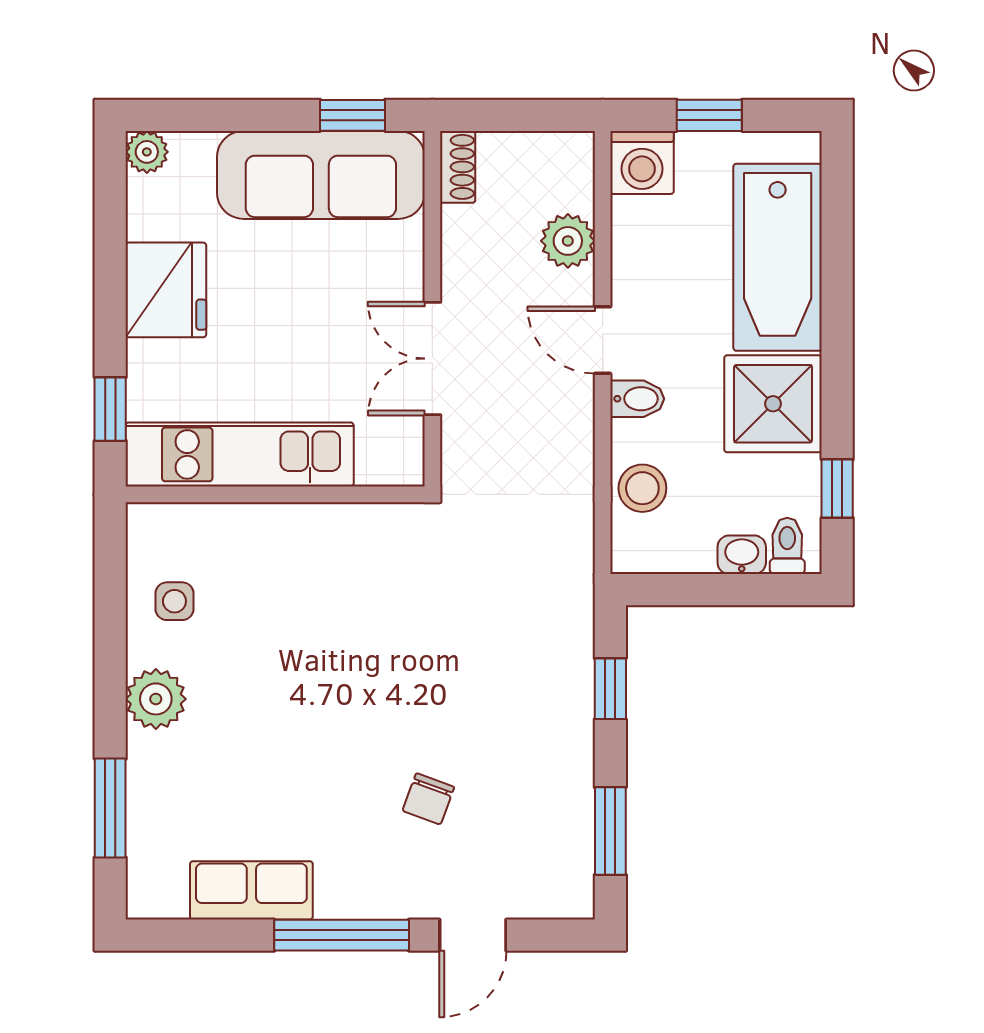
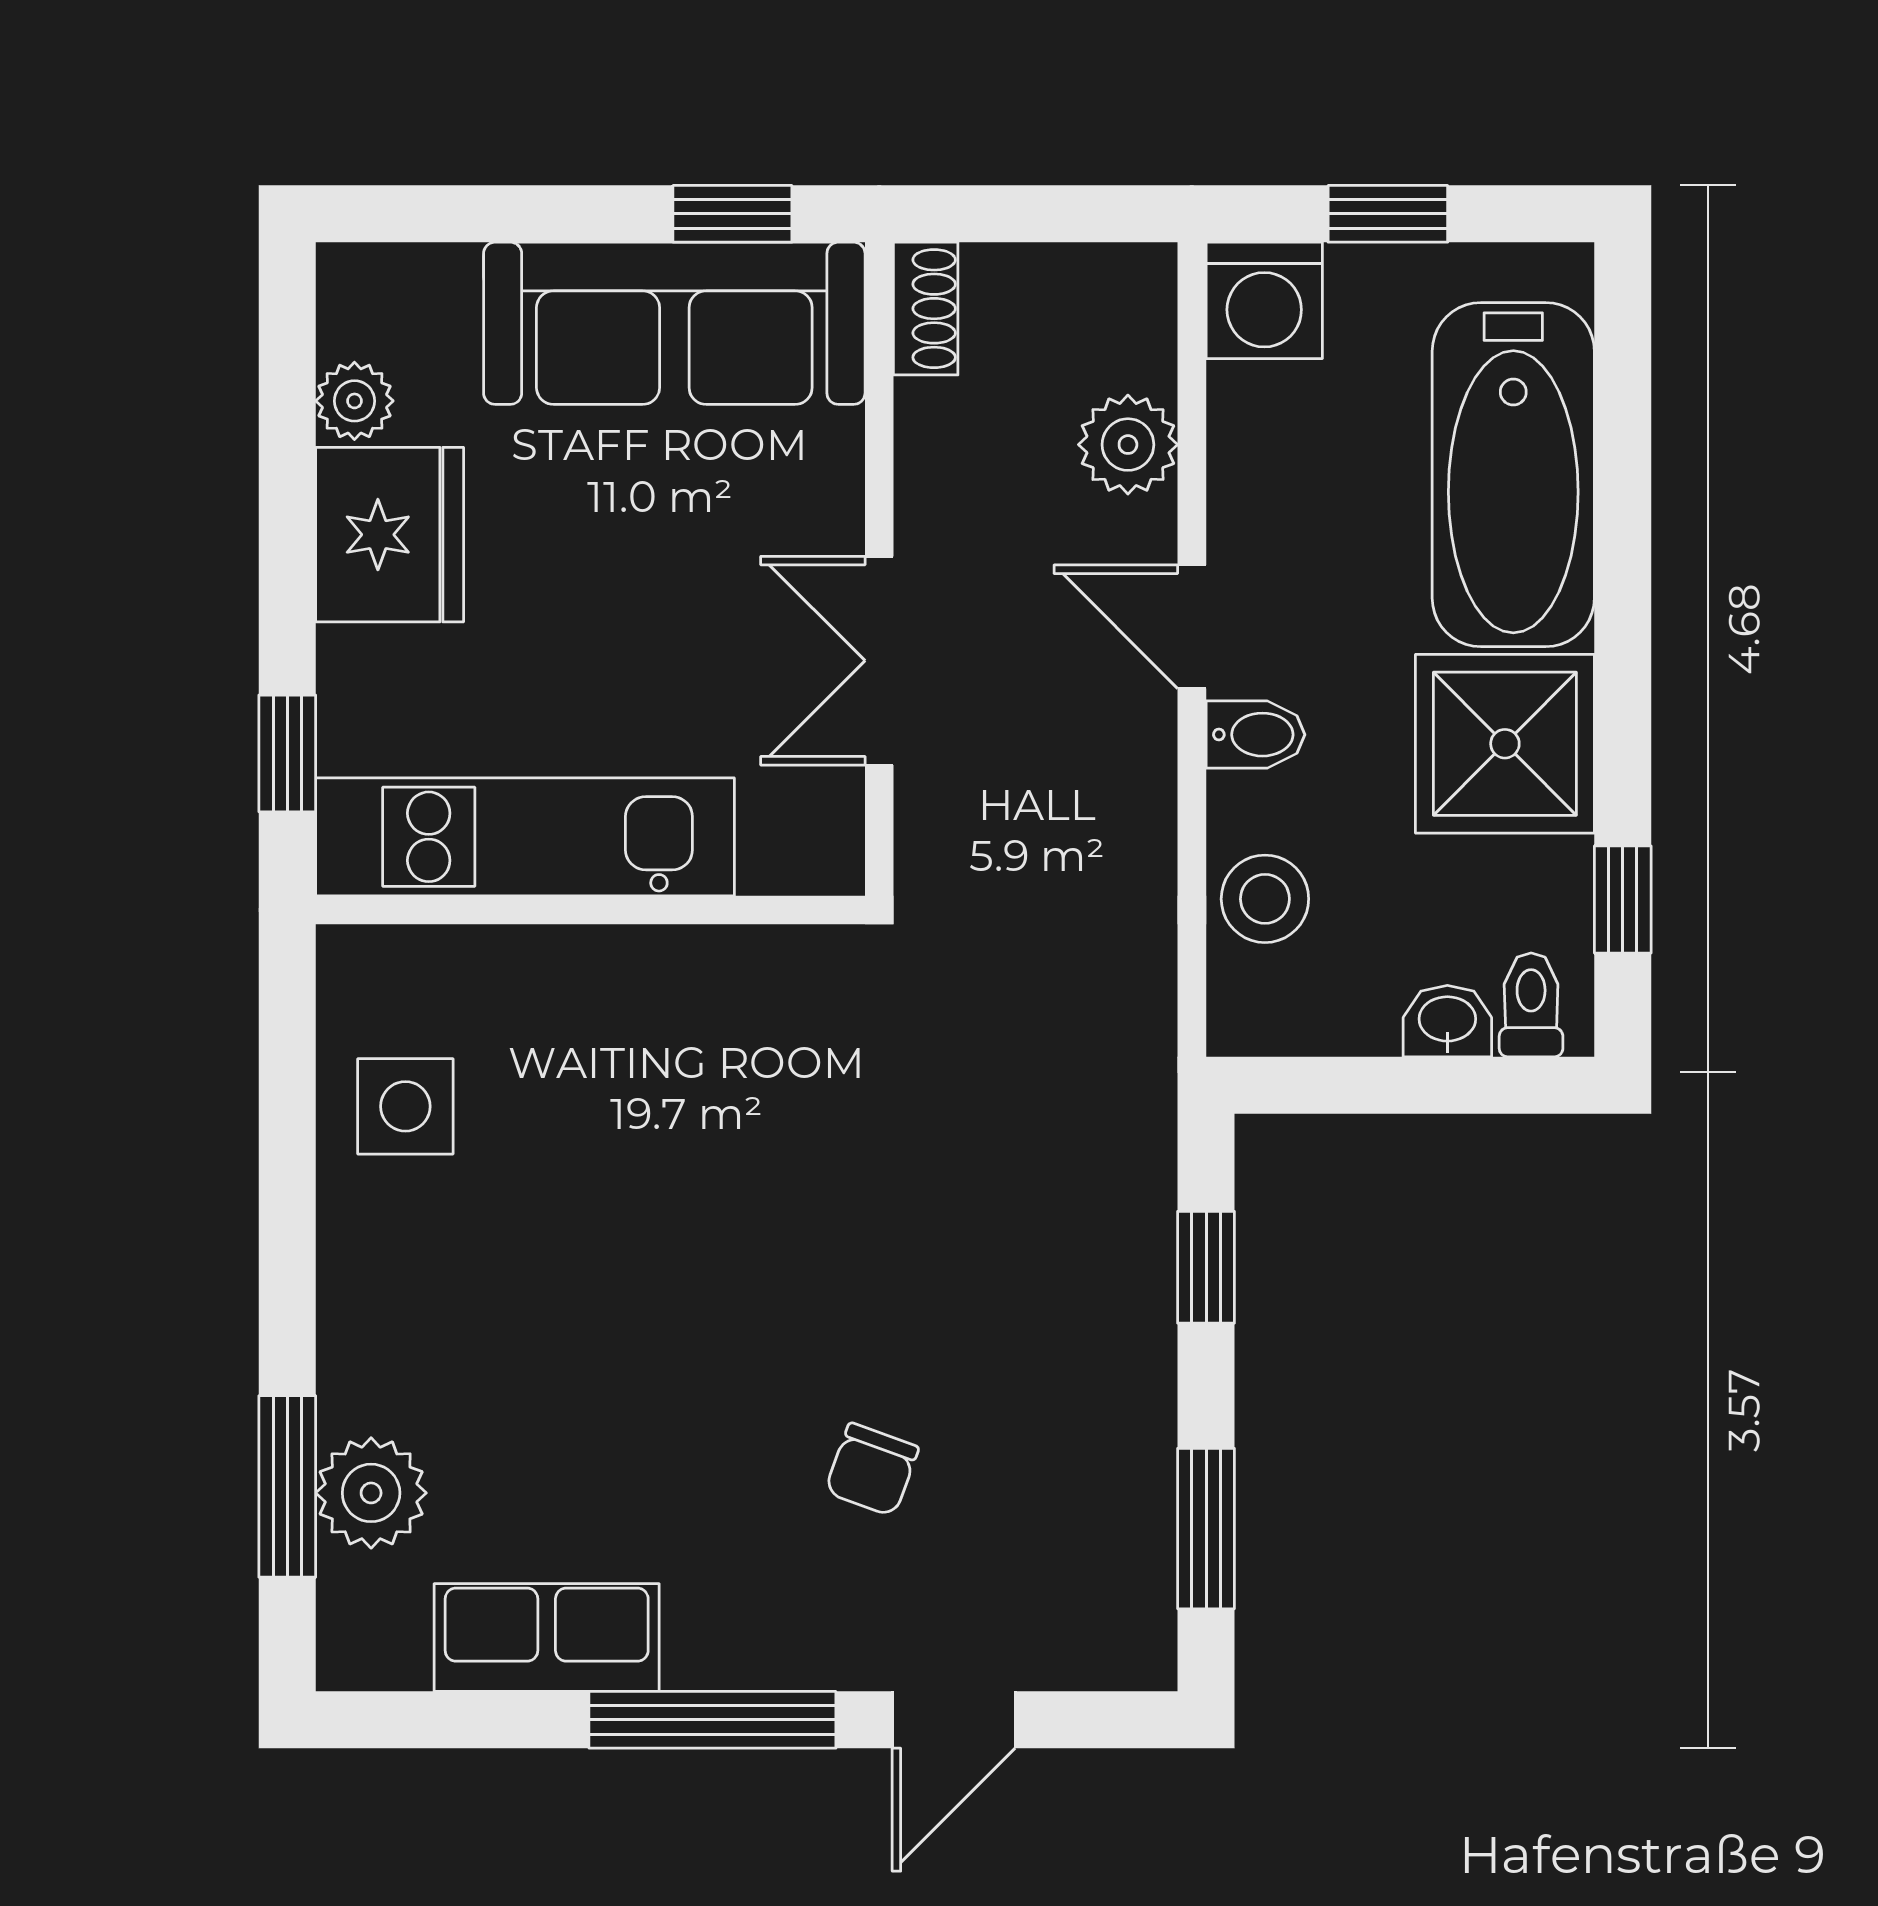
plant: (147, 152) -> (354, 401), moved
side table: (174, 601) -> (405, 1106), width x1.37, depth x1.37
plant: (156, 699) -> (371, 1493), moved

